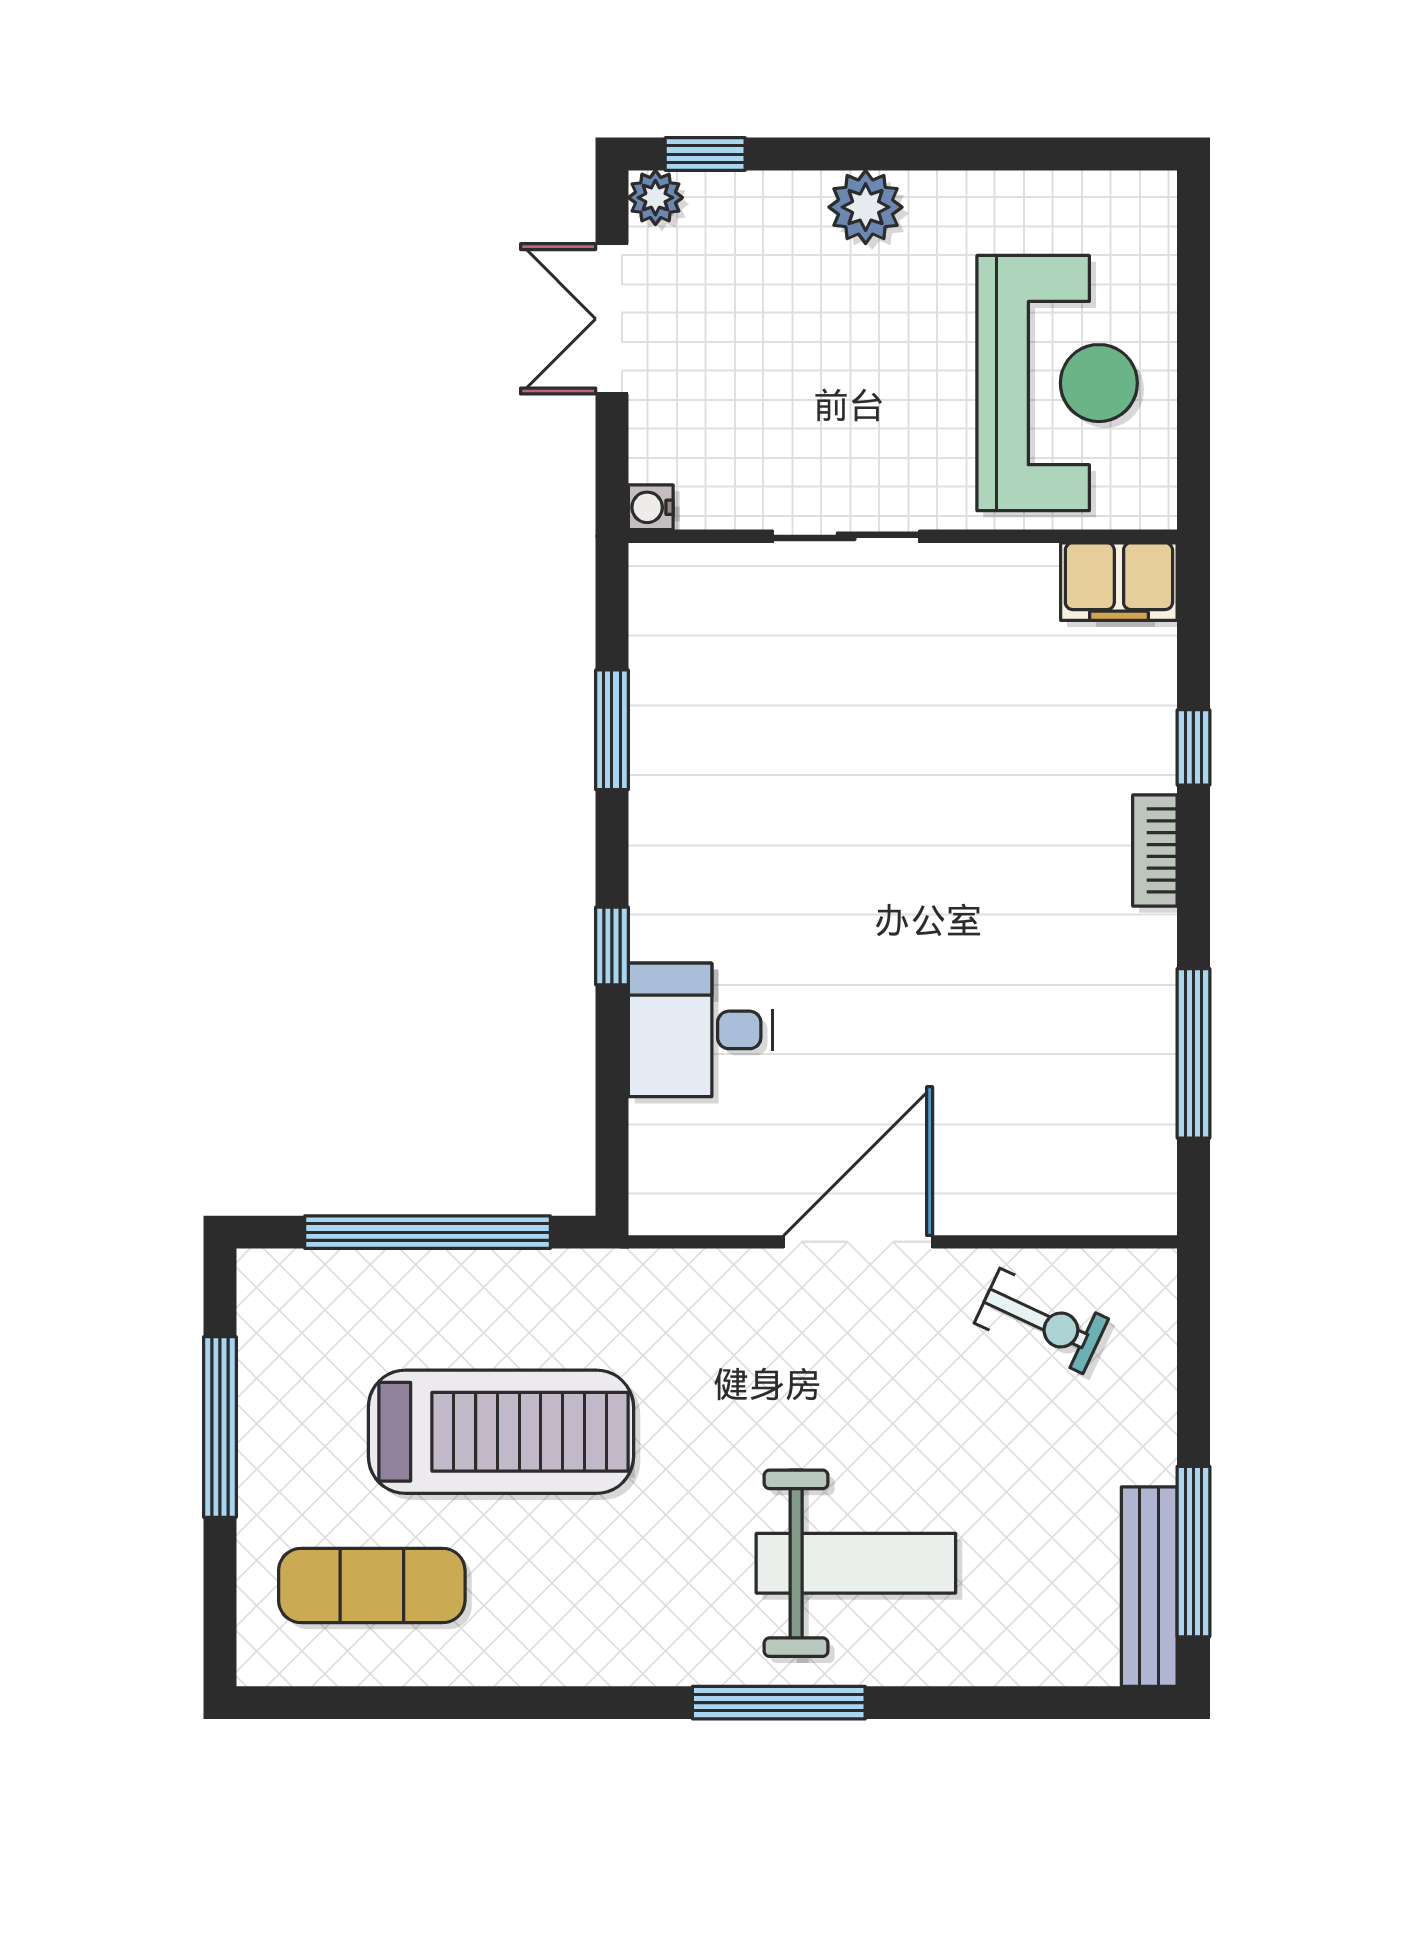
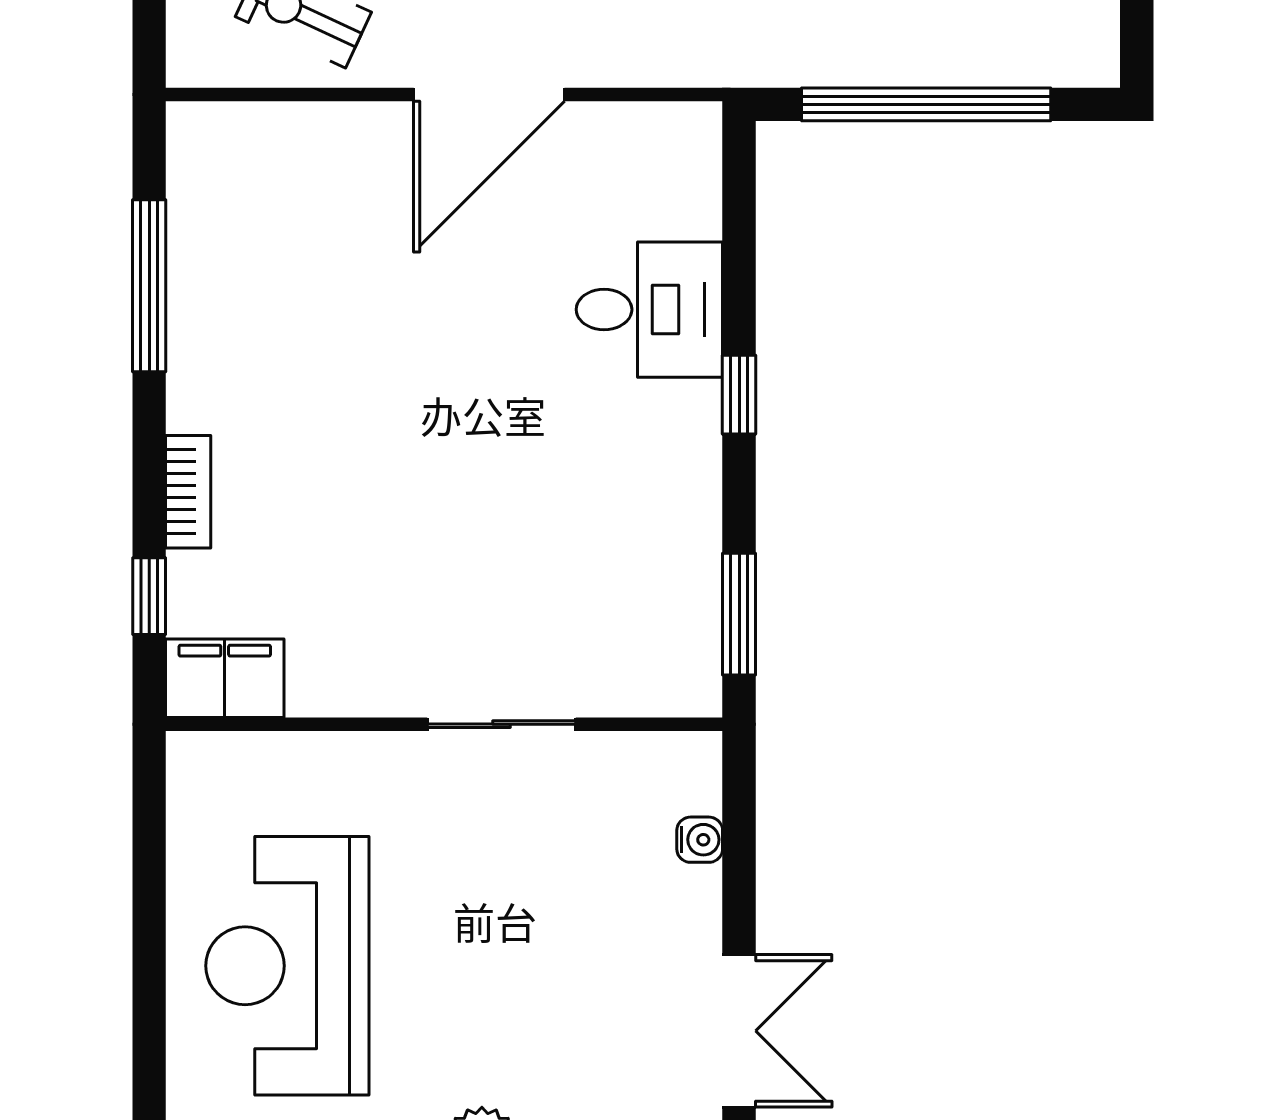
sliding door: (846, 536) -> (501, 724), moved
wall: (903, 536) -> (444, 724), moved
filing cabinet: (1119, 582) -> (225, 678), moved

